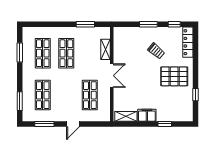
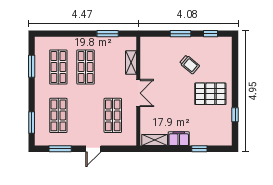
locker: (188, 42) -> (226, 54), removed

